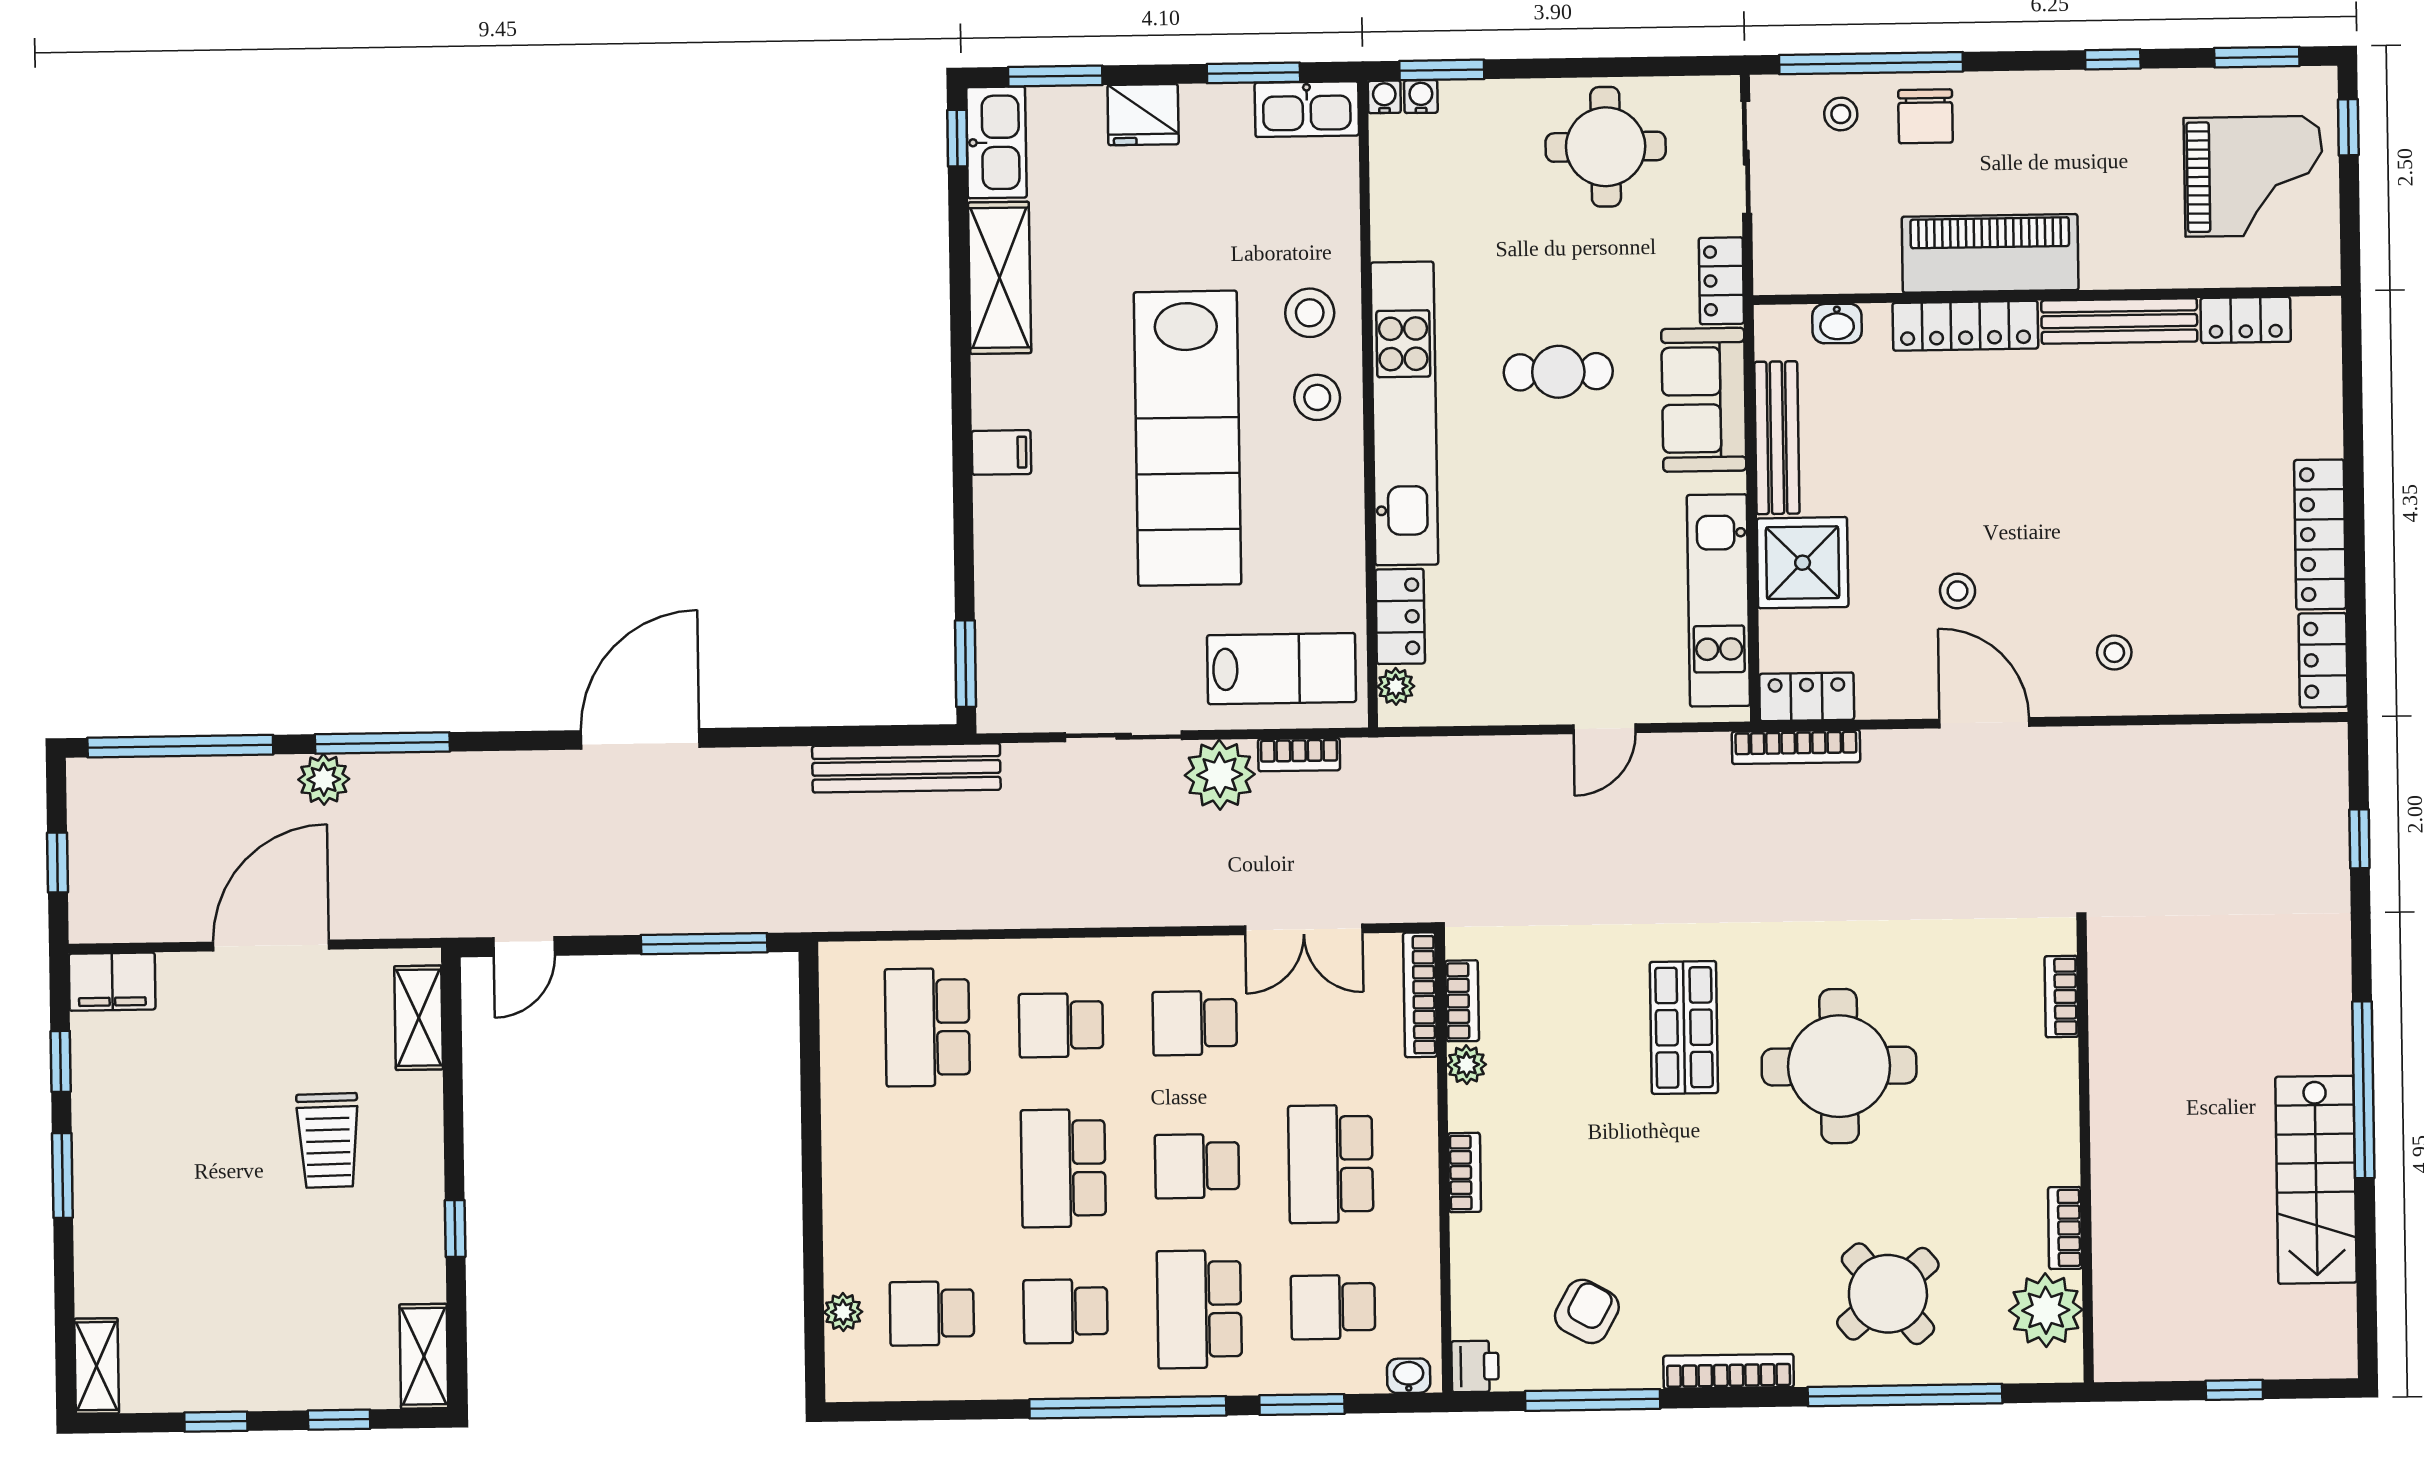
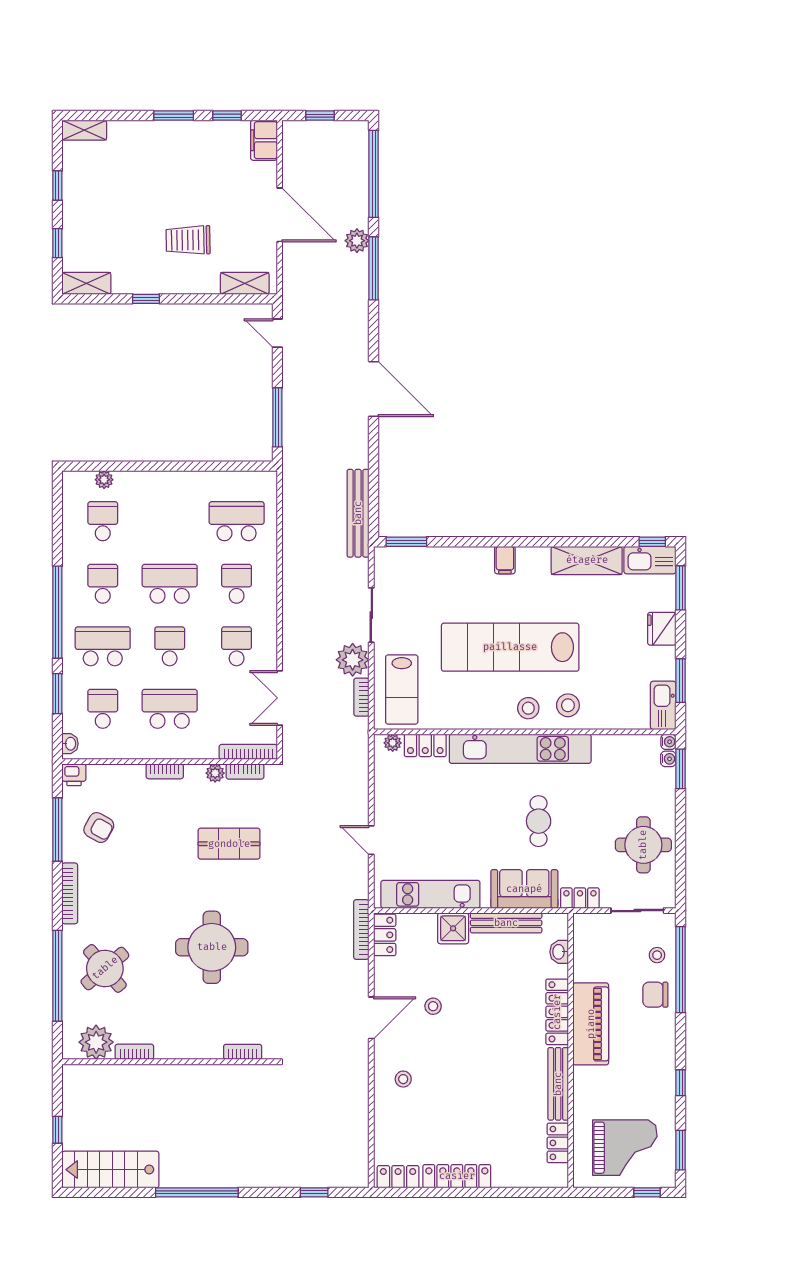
grand piano: (2253, 176) -> (625, 1148), turned -90
shower: (1803, 563) -> (453, 928), width x0.73, depth x0.73
shop shelf: (1684, 1027) -> (229, 844), moved
stairs: (2316, 1180) -> (110, 1170), moved

